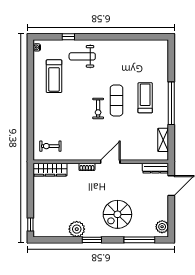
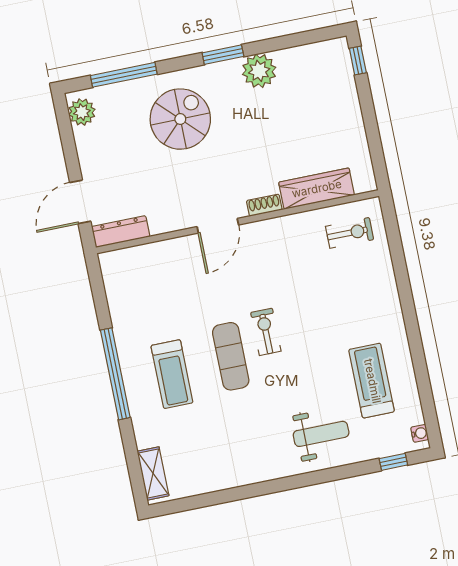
window: (68, 37) -> (393, 462), moved
shelving: (163, 140) -> (153, 473), moved
wardrobe: (50, 170) -> (317, 189), moved

